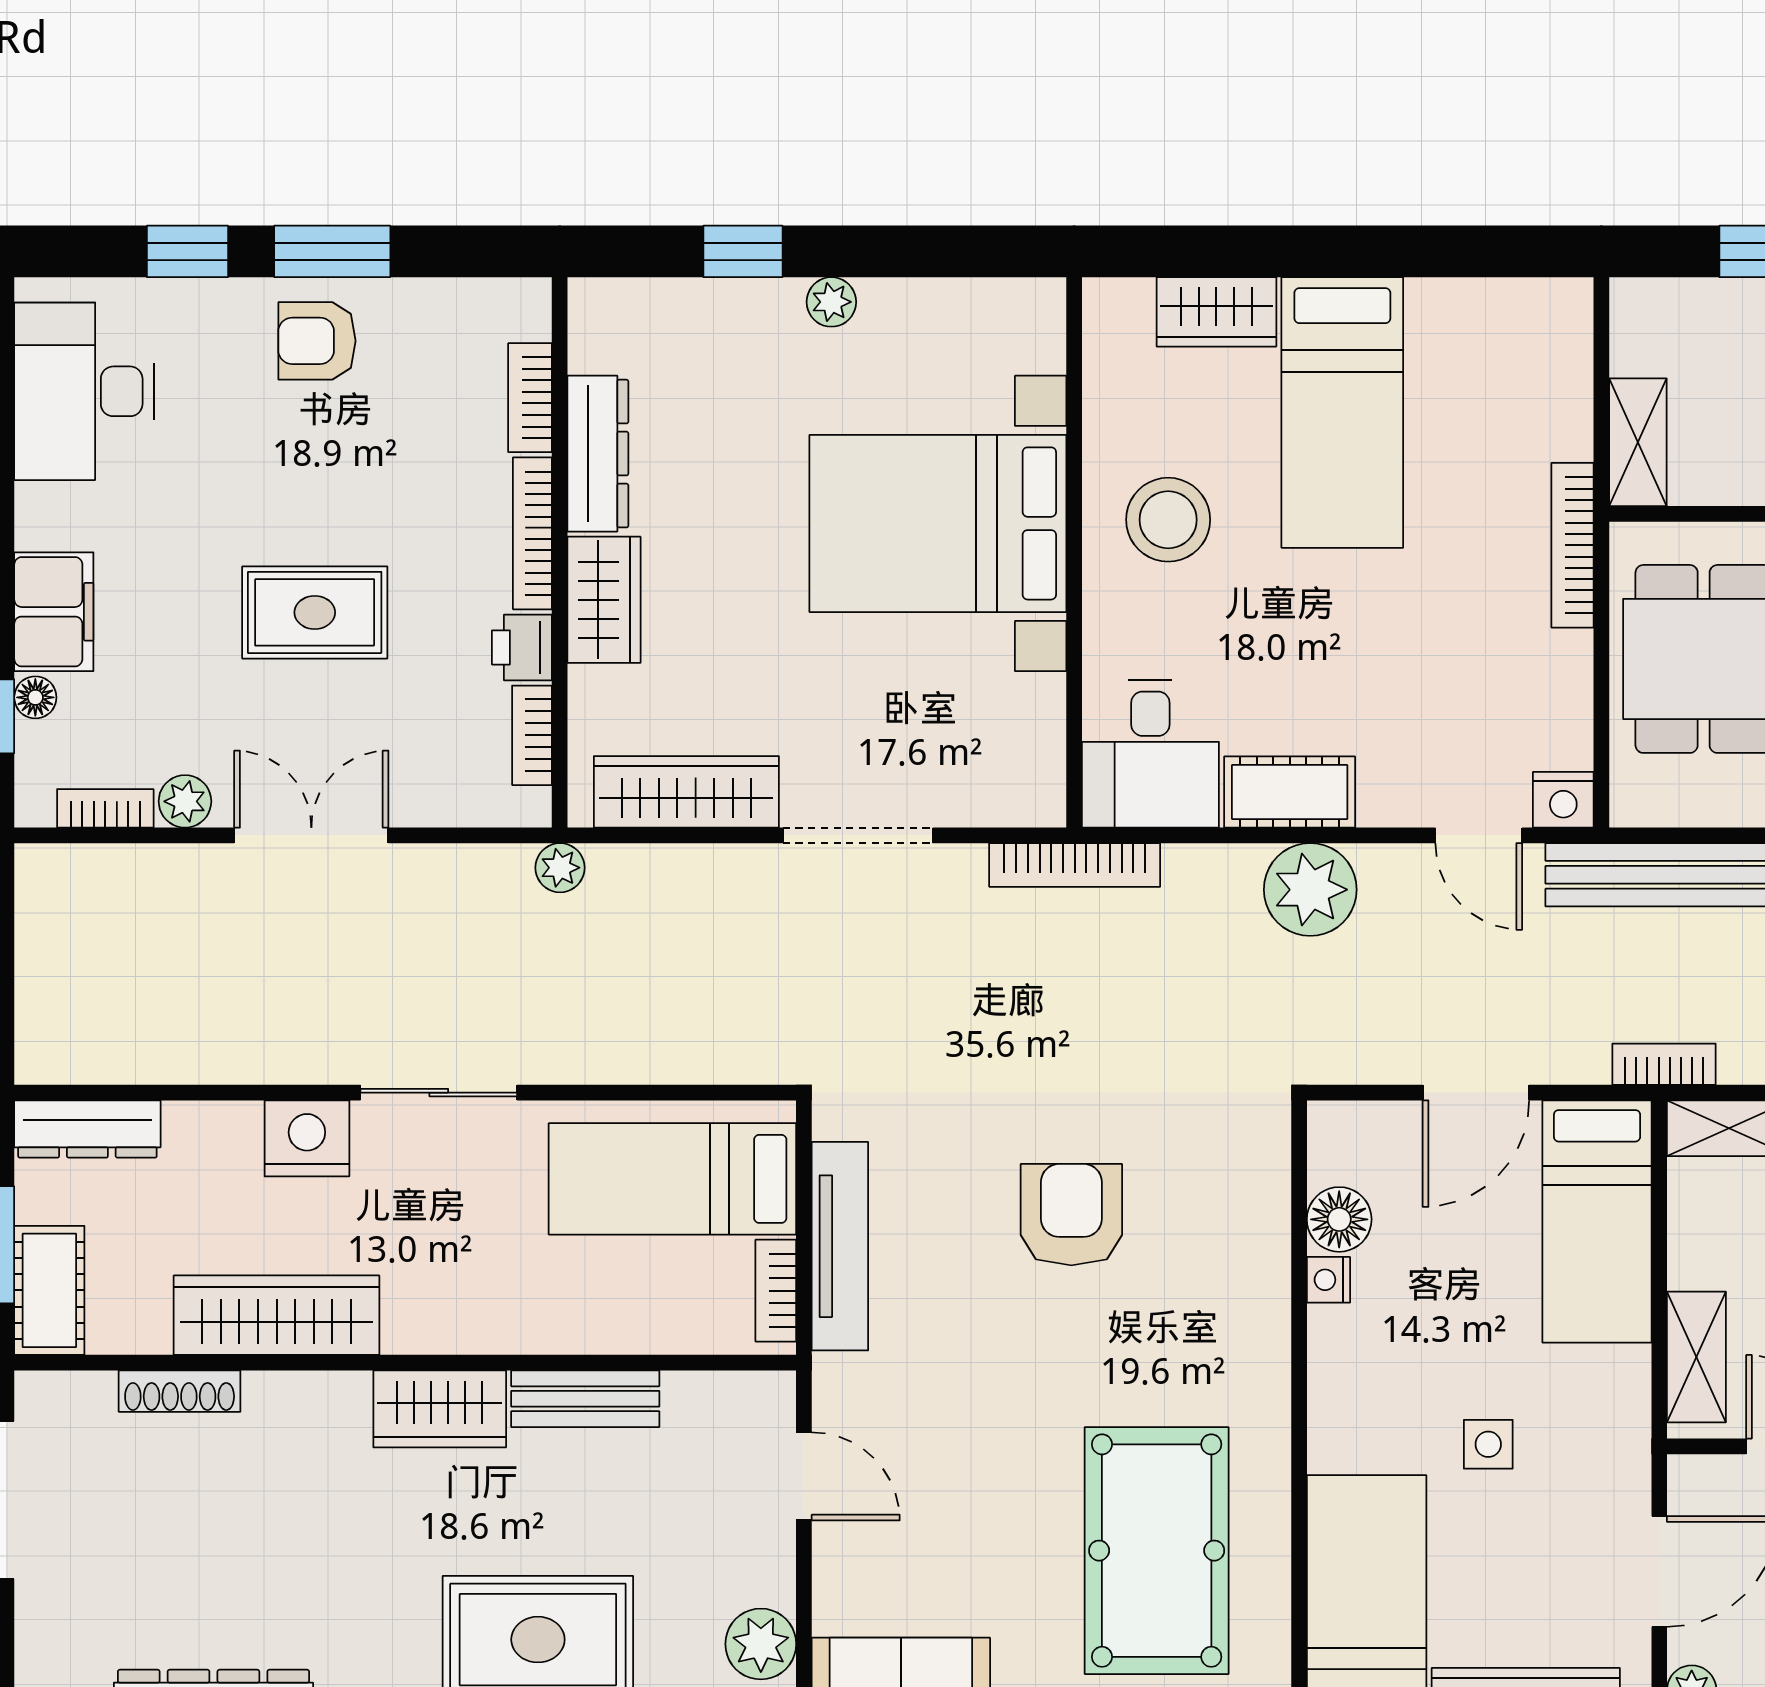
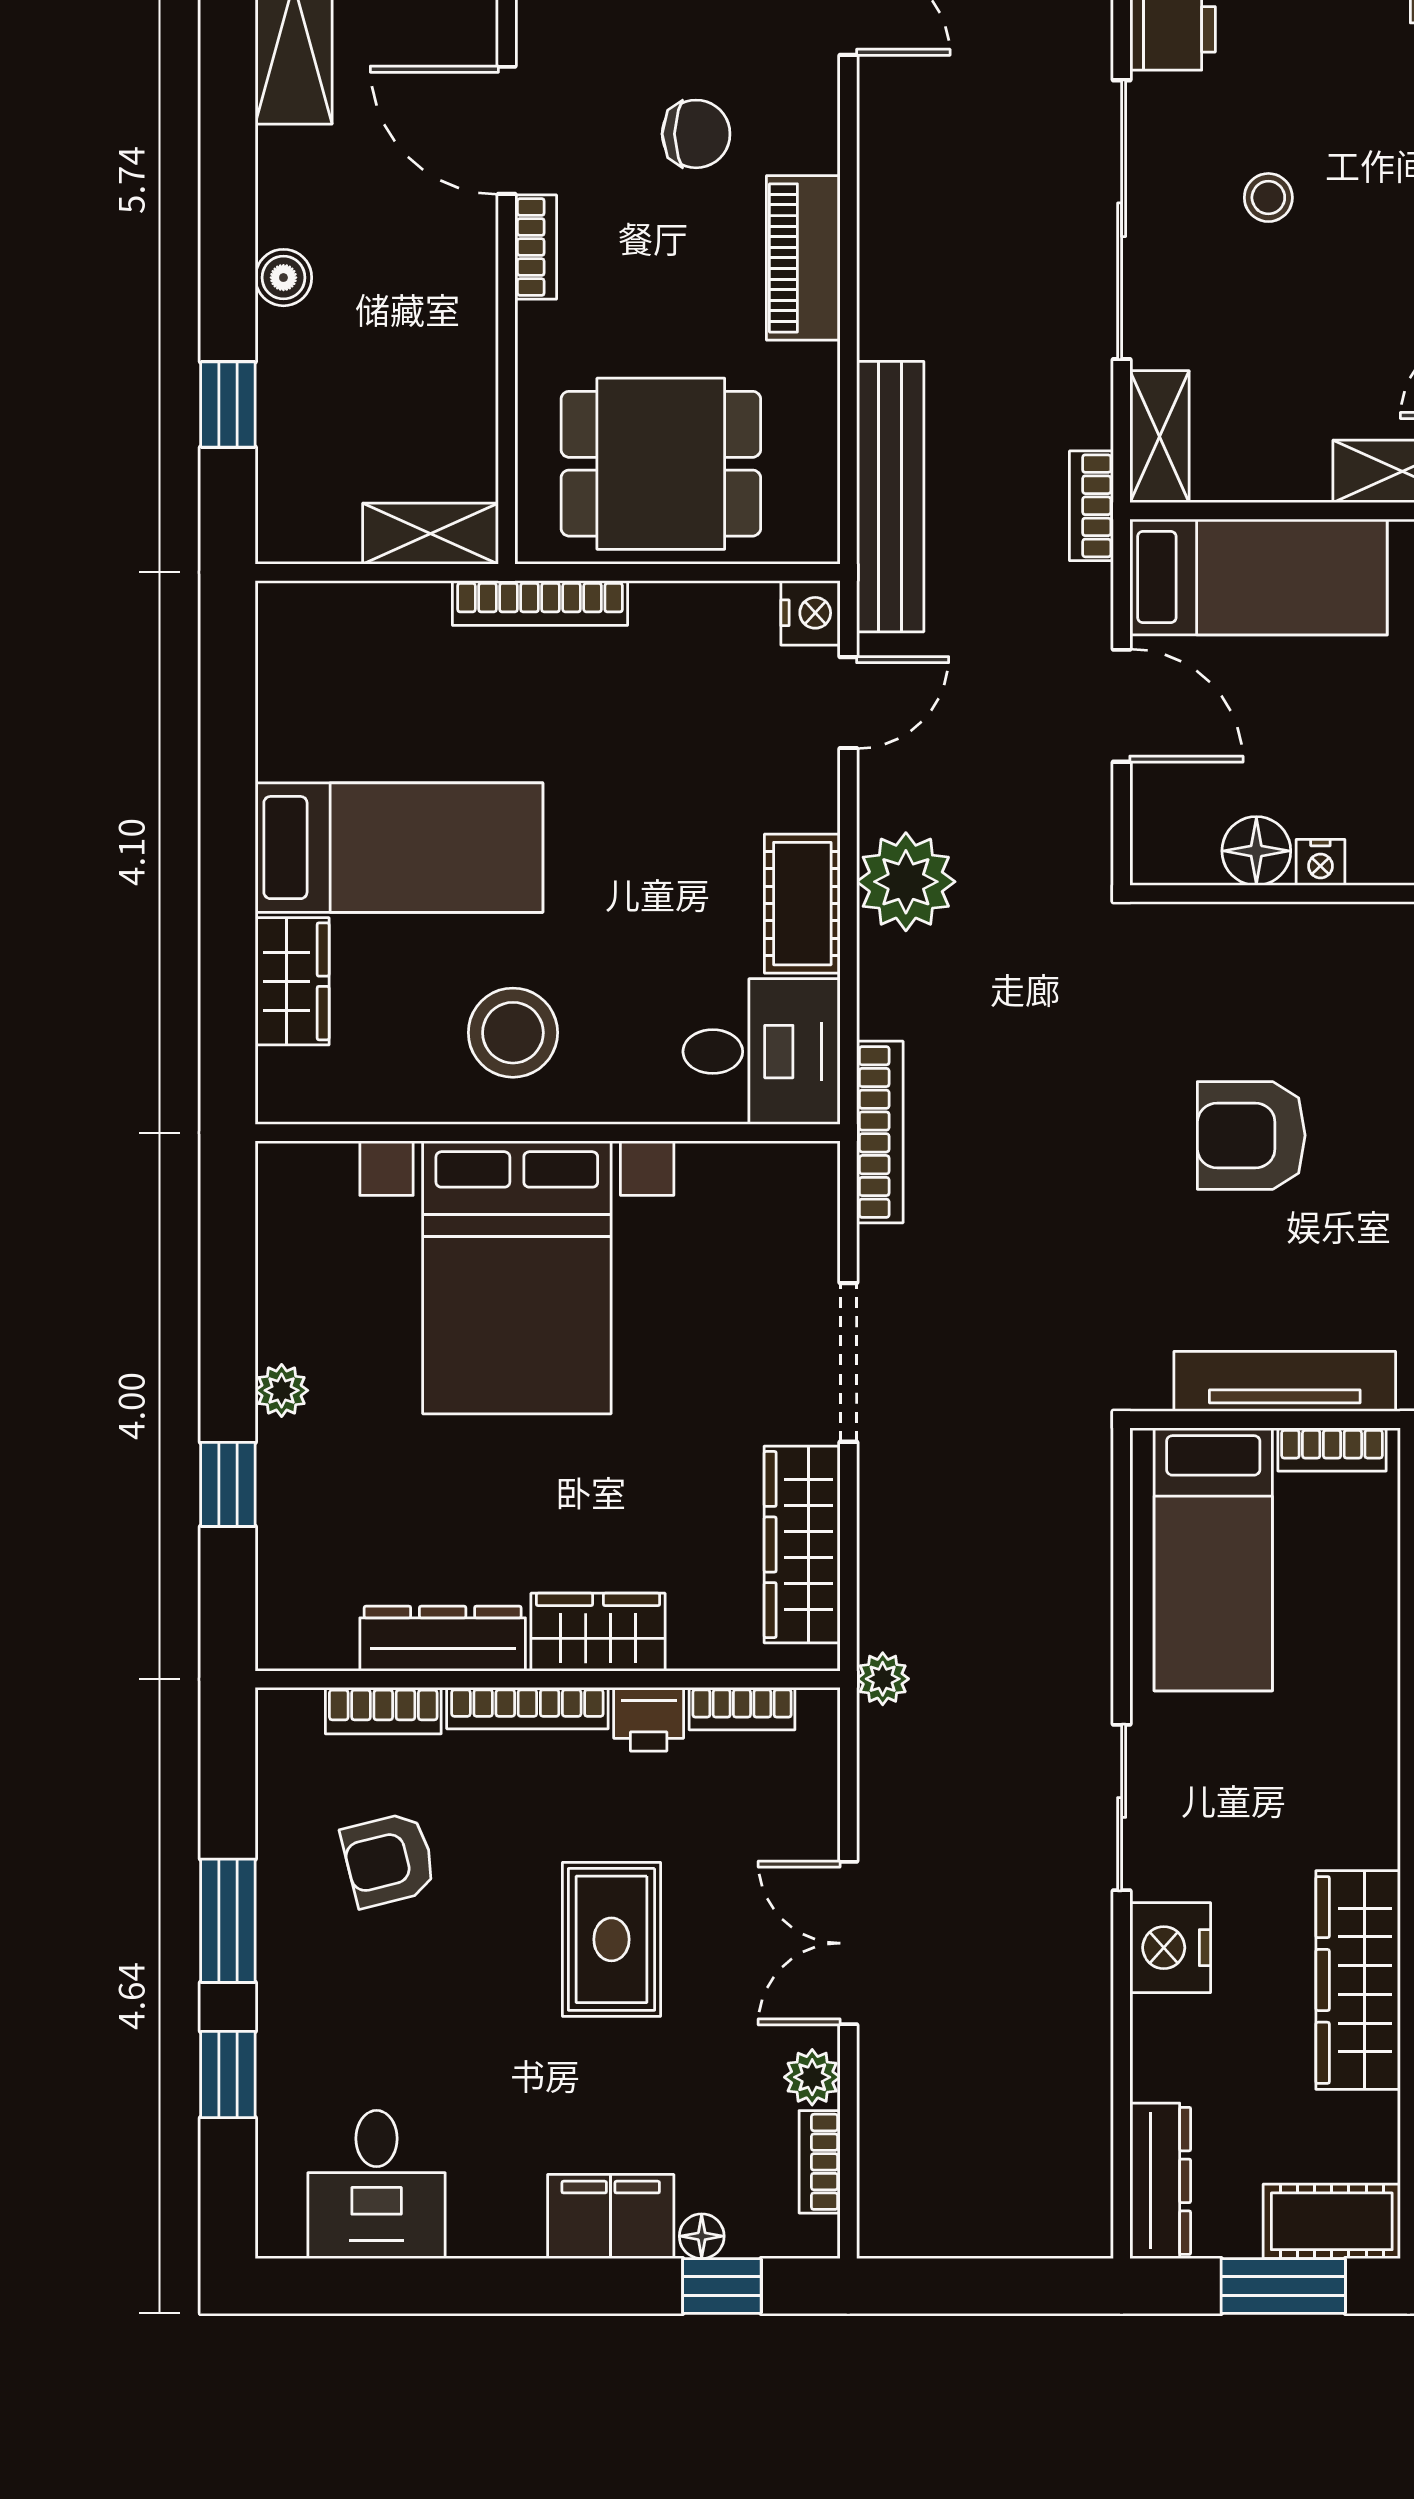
armchair: (317, 341) -> (389, 1860), moved, turned 76
desk: (84, 391) -> (377, 2184), width x0.73

